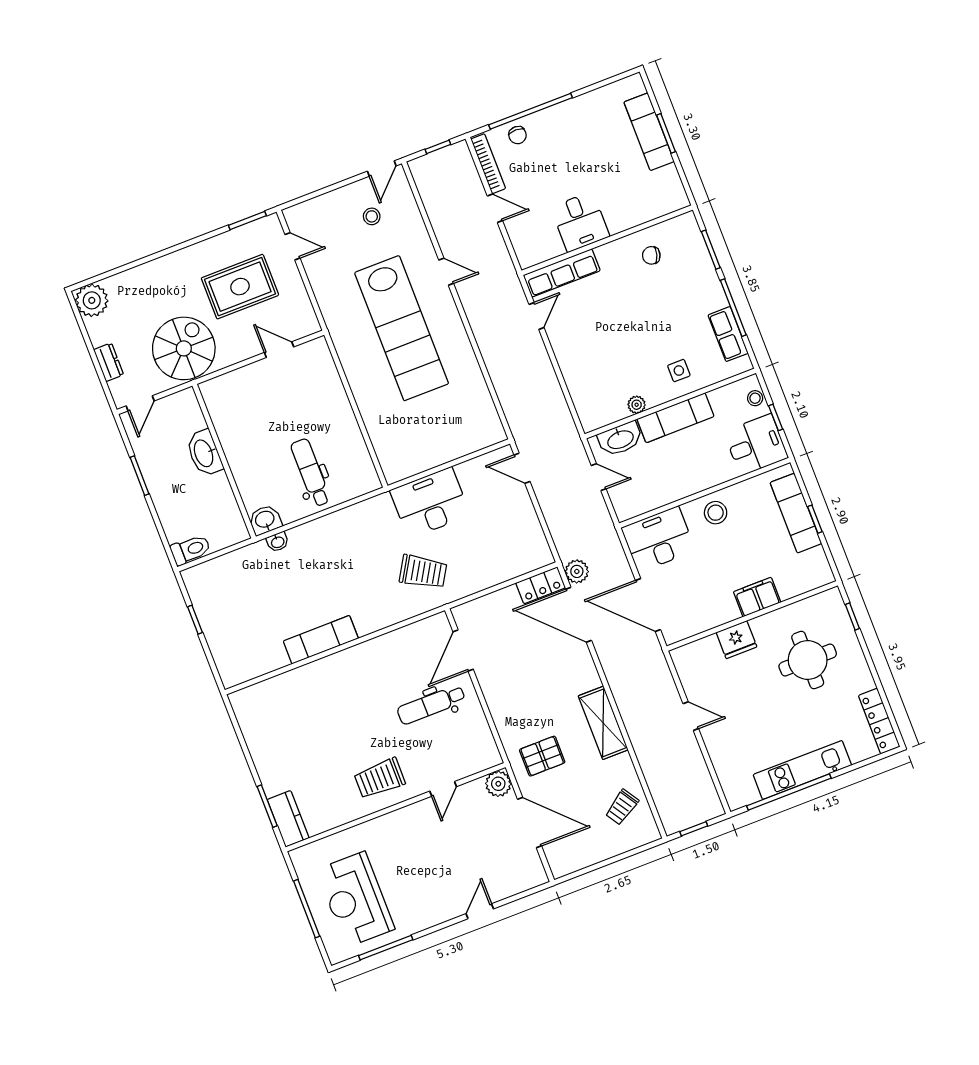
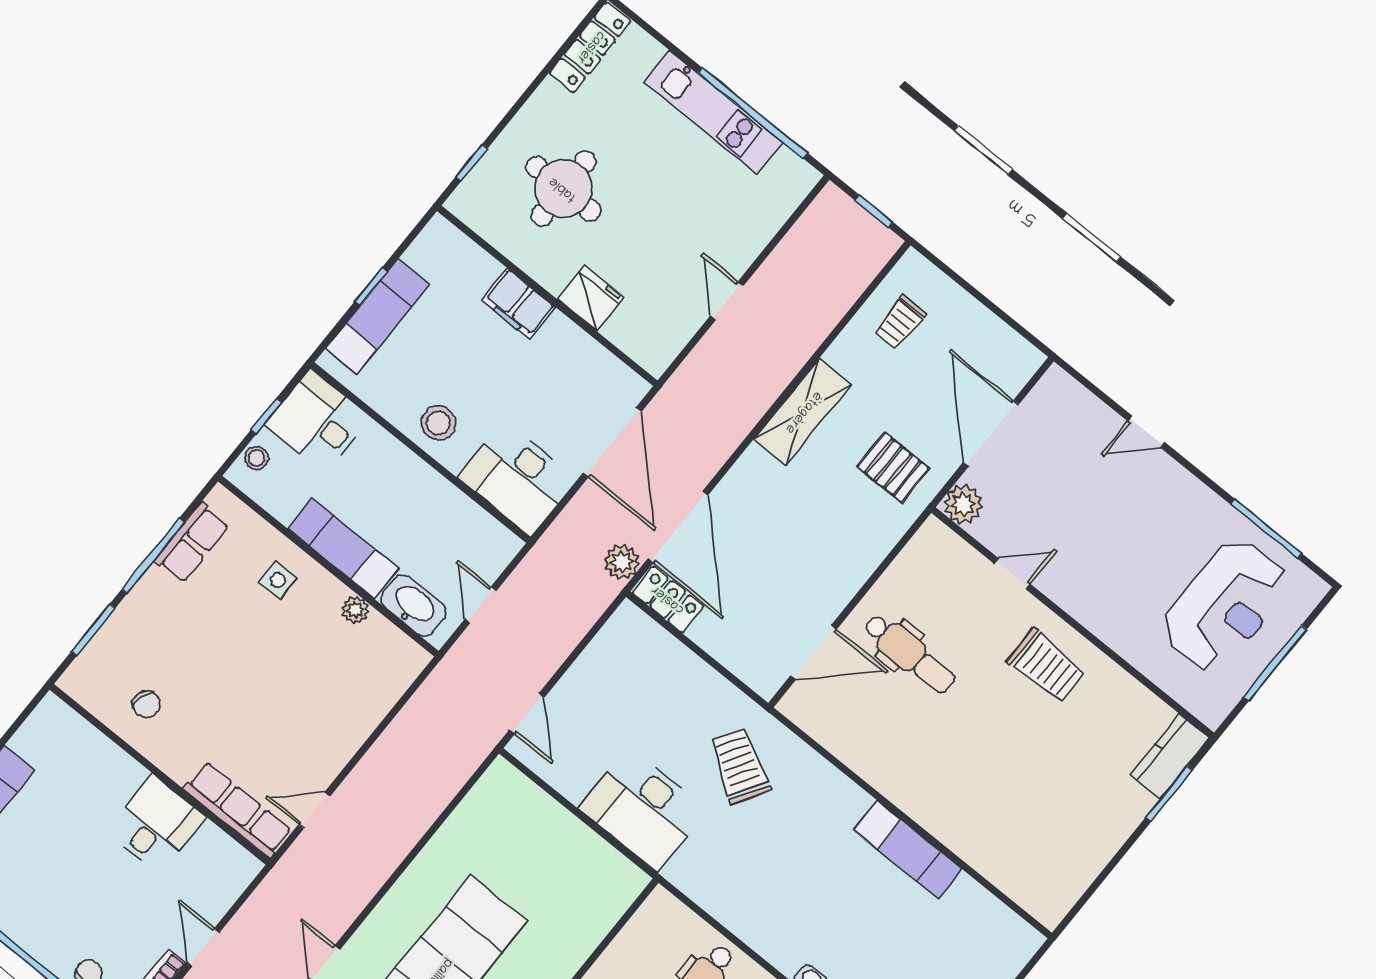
trolley: (622, 807) -> (900, 323), turned 123

